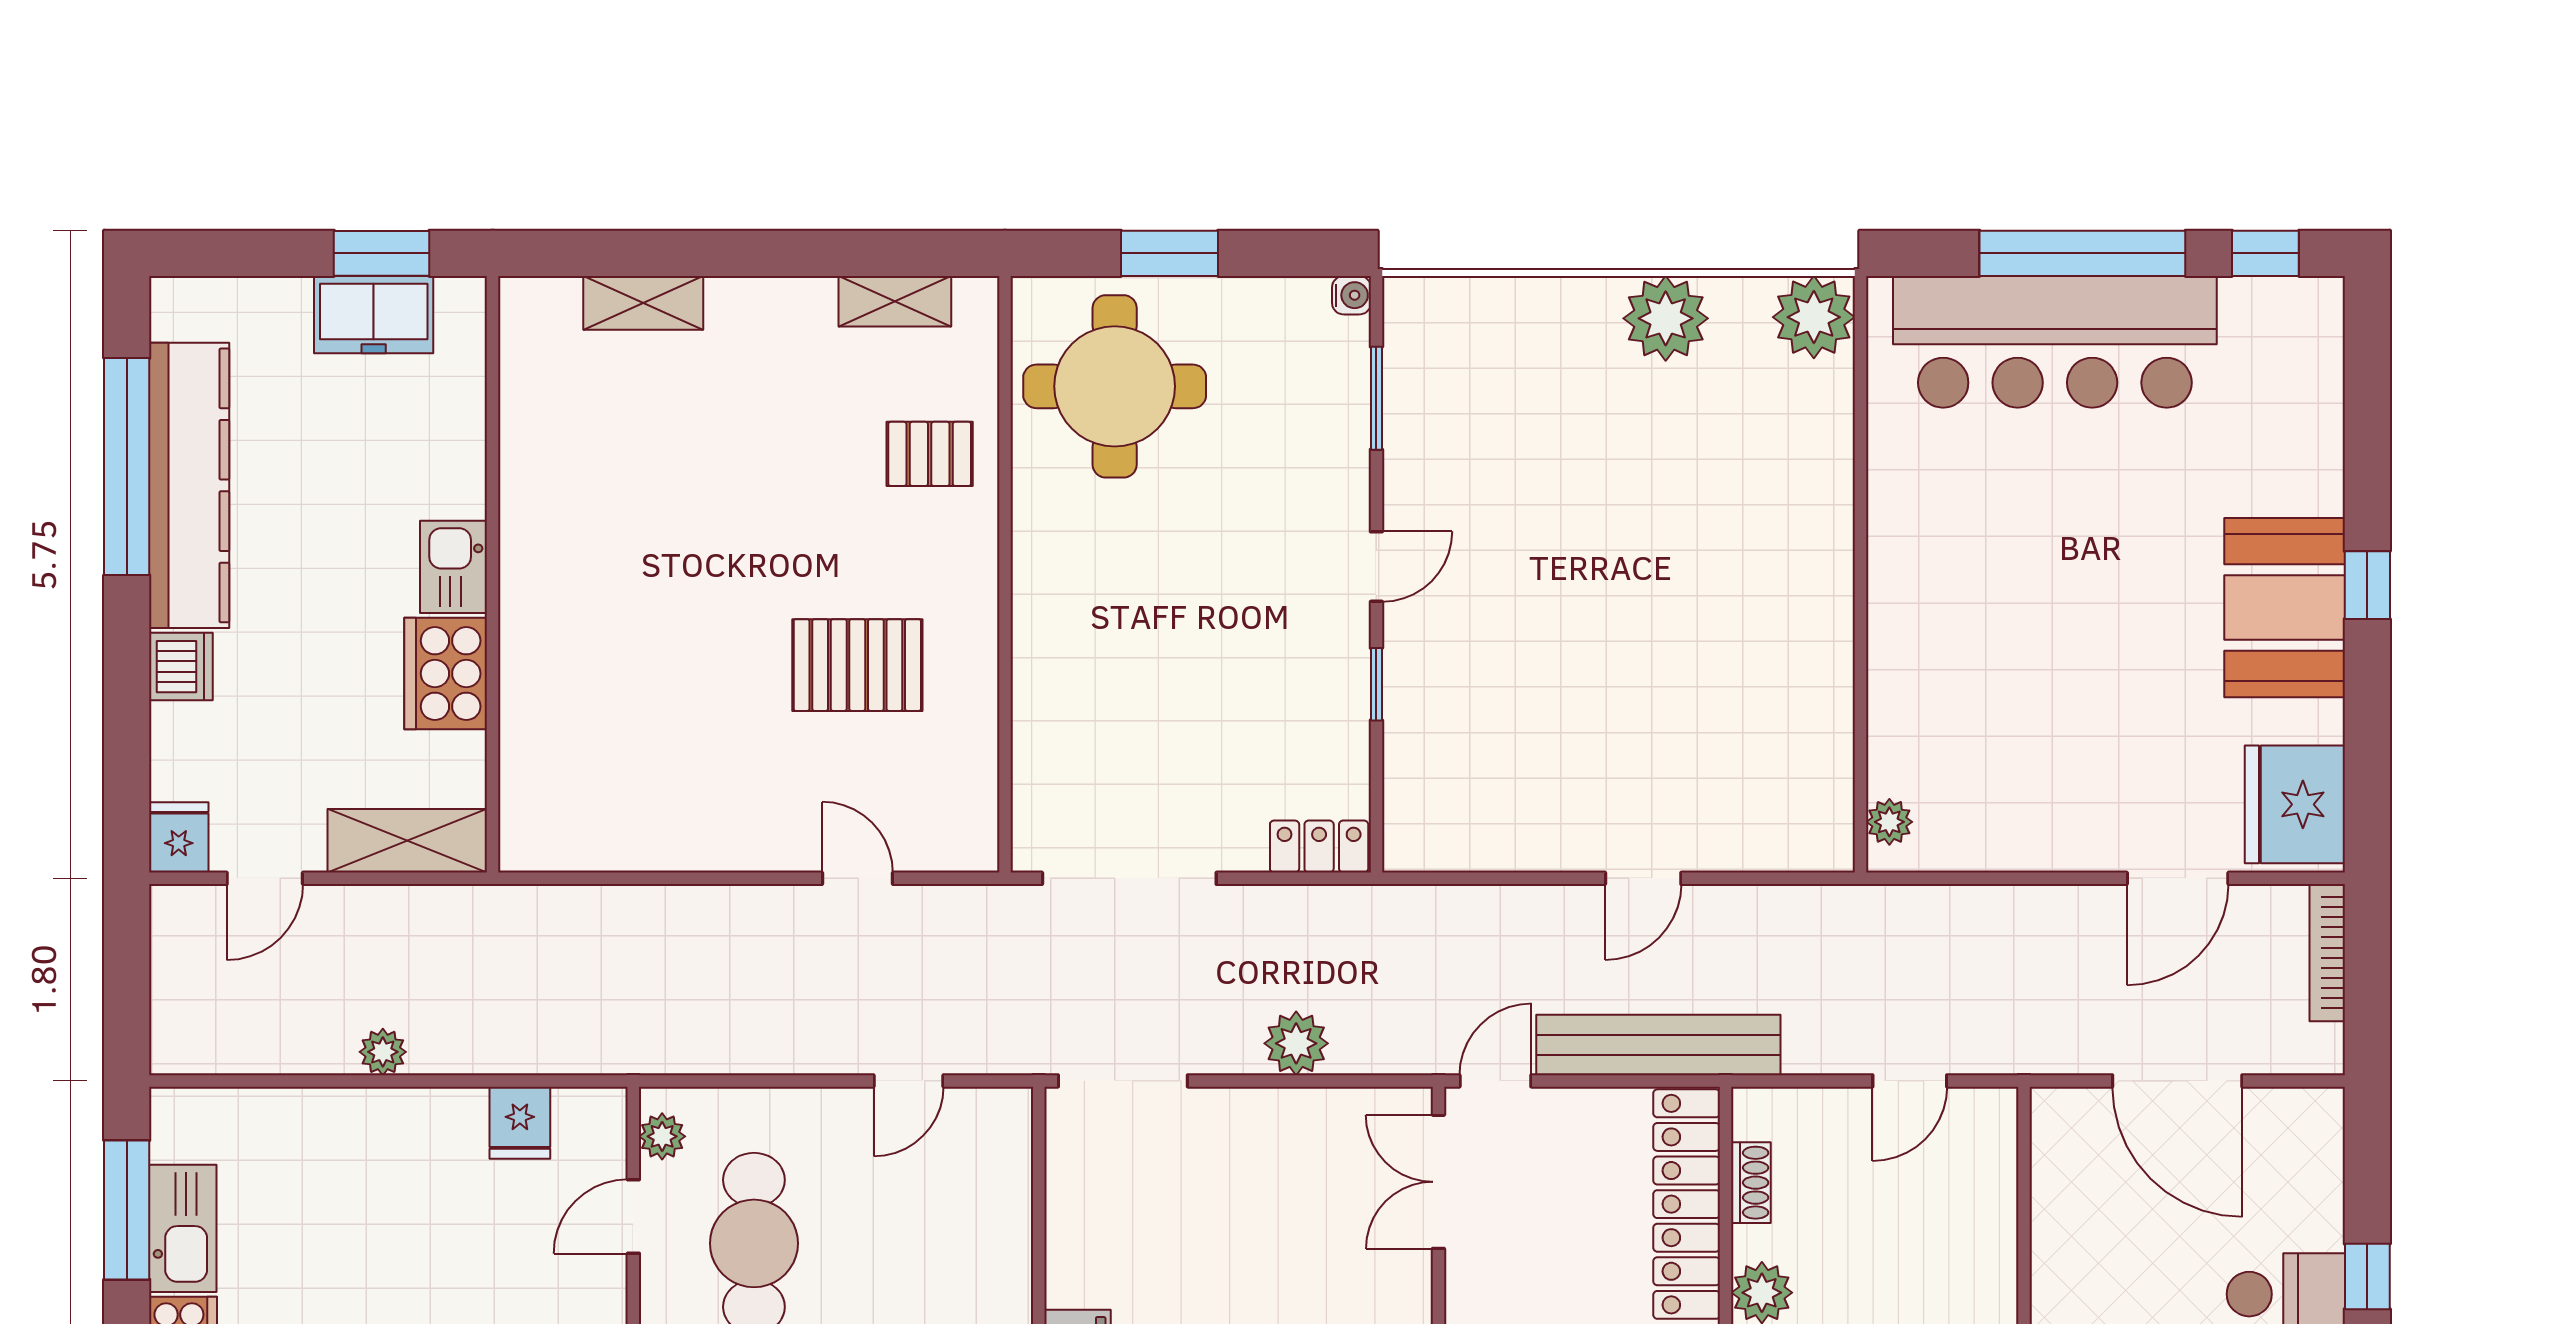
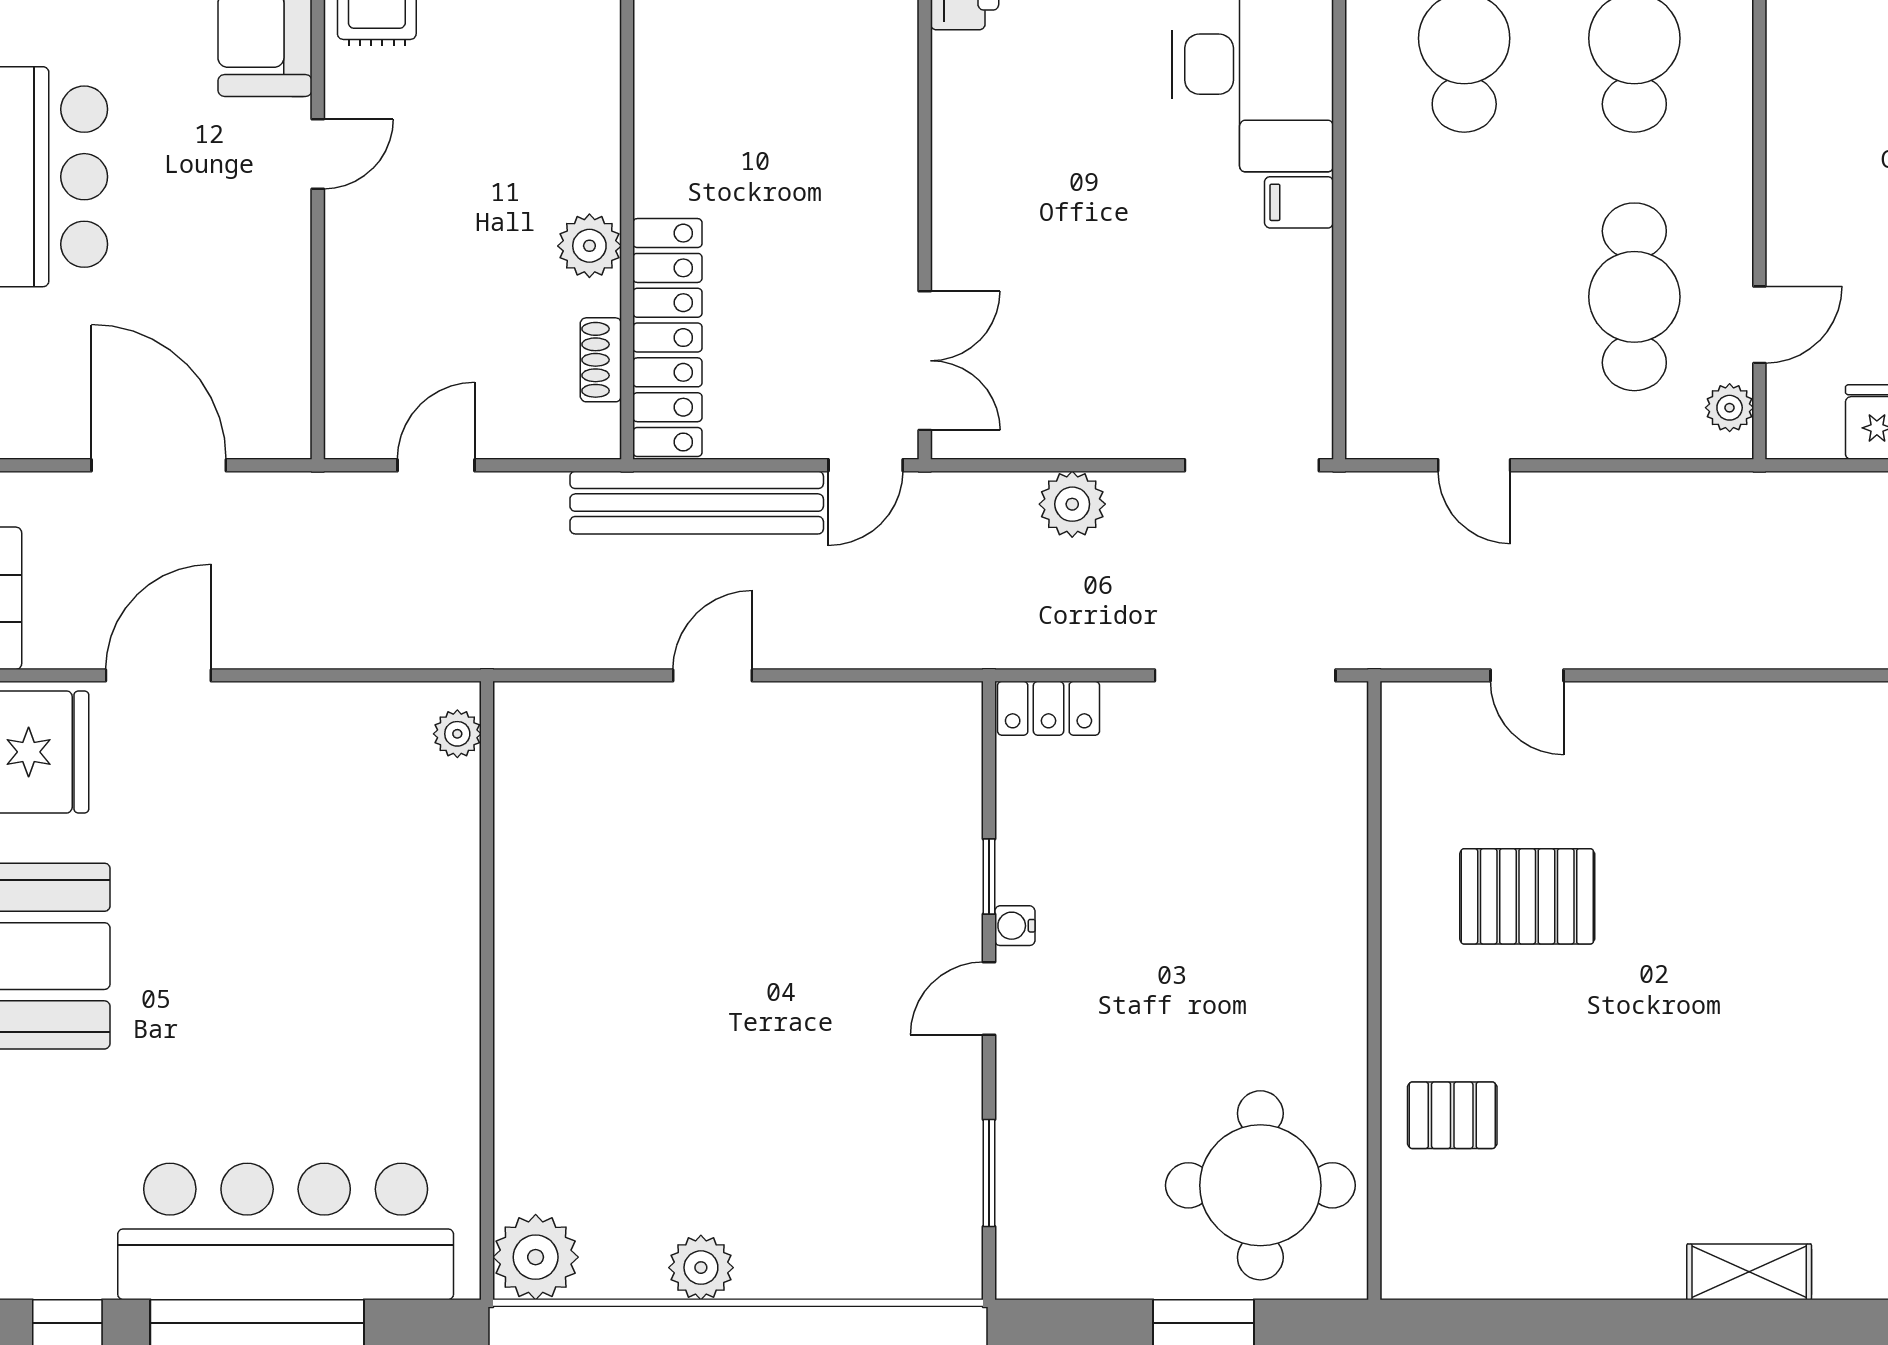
water cooler: (1351, 295) -> (1015, 926), moved
shelving: (895, 301) -> (1488, 1274), removed
plant: (1666, 318) -> (701, 1268), width x0.73, depth x0.73
door: (908, 1081) -> (1474, 465), swing flipped

